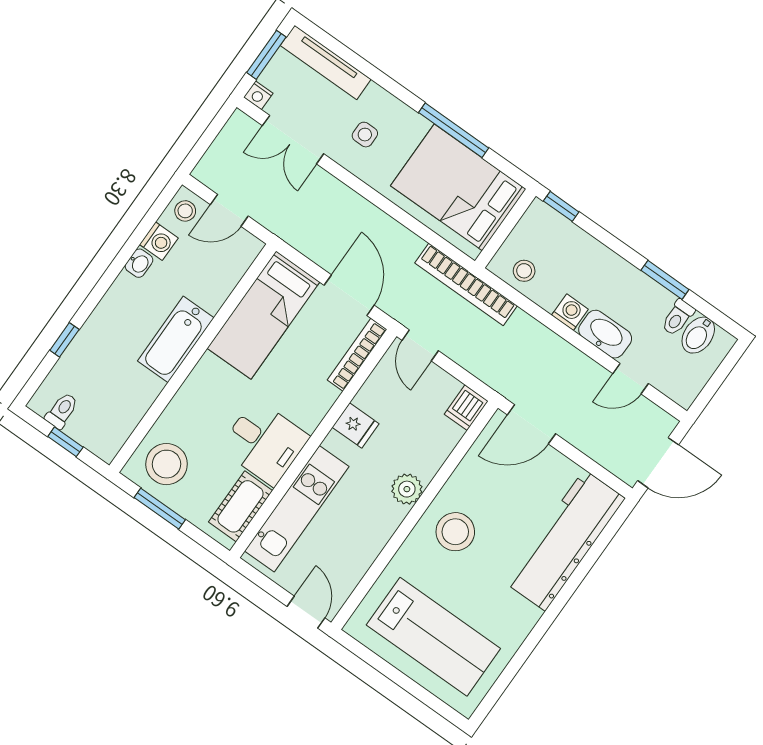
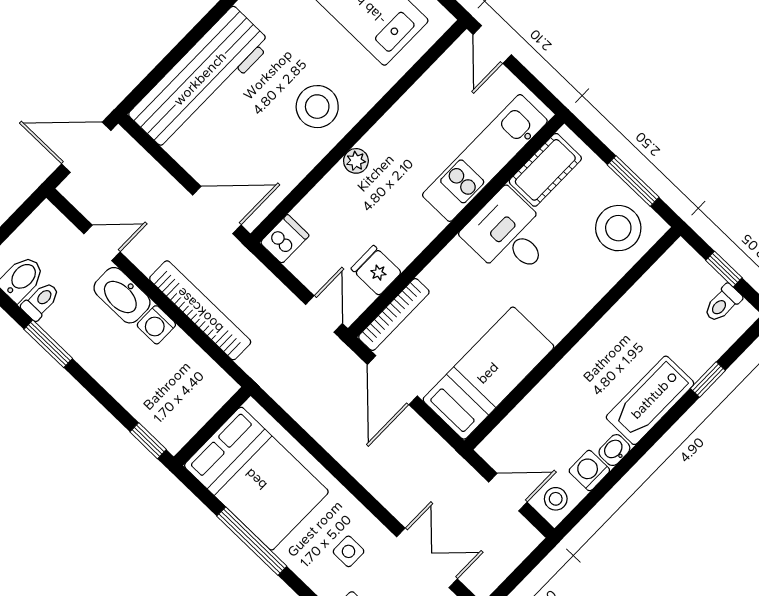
stool: (524, 271) -> (199, 377), removed
bookcase: (466, 284) -> (200, 310), moved
bathtub: (176, 339) -> (650, 400), moved, turned 180
fridge: (356, 425) -> (376, 270), moved
plant: (407, 489) -> (356, 161), width x0.73, depth x0.73

